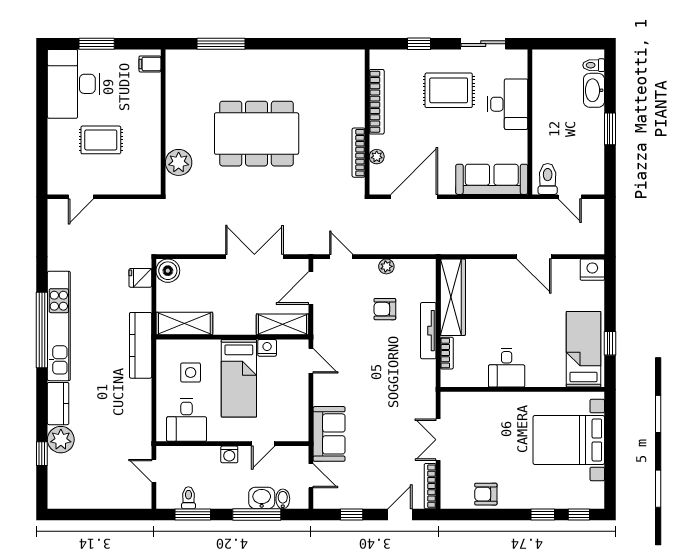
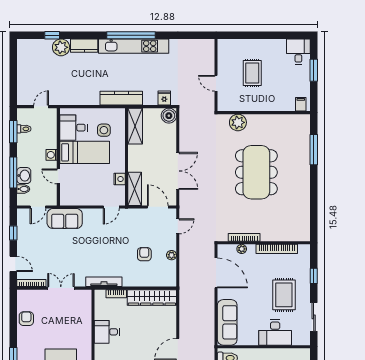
desk: (73, 84) -> (298, 52), width x0.53, depth x0.77
door: (81, 197) -> (216, 83), moved
tv unit: (428, 331) -> (104, 282), moved
bed: (239, 378) -> (85, 152), moved, turned 180

